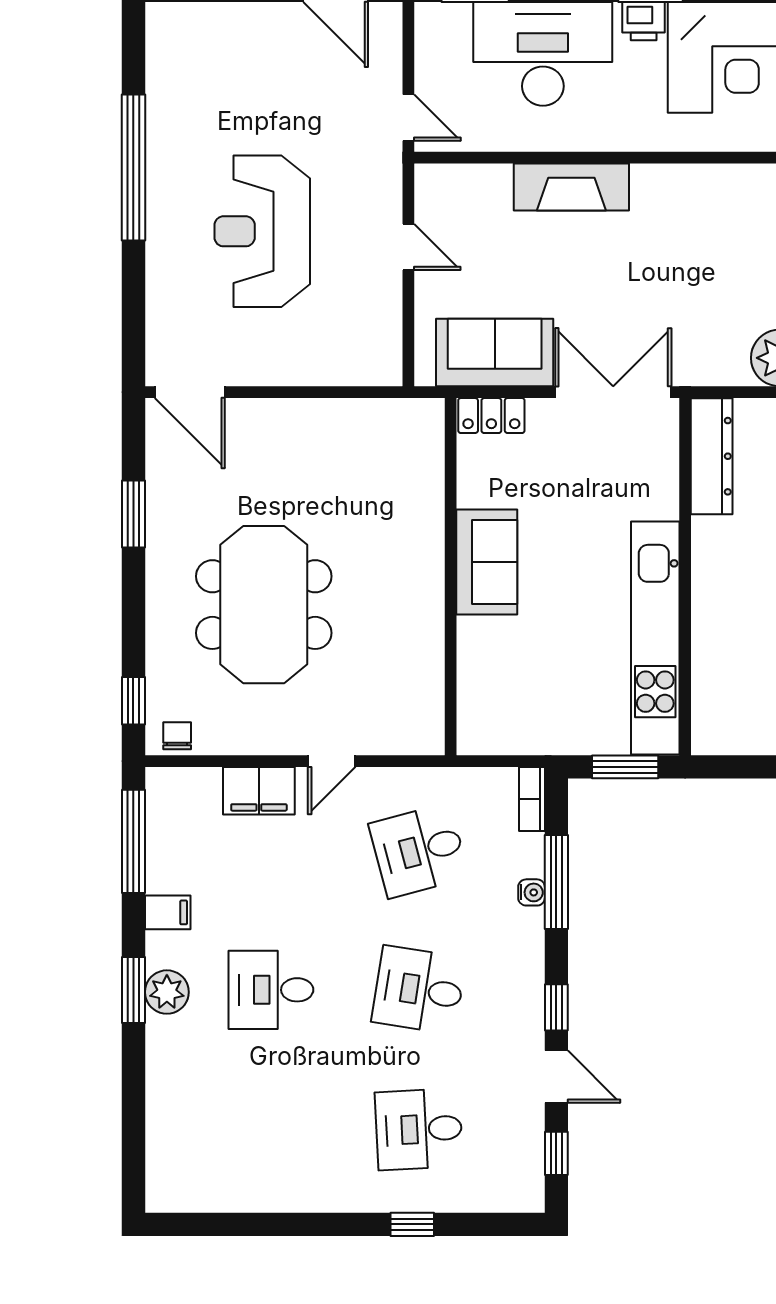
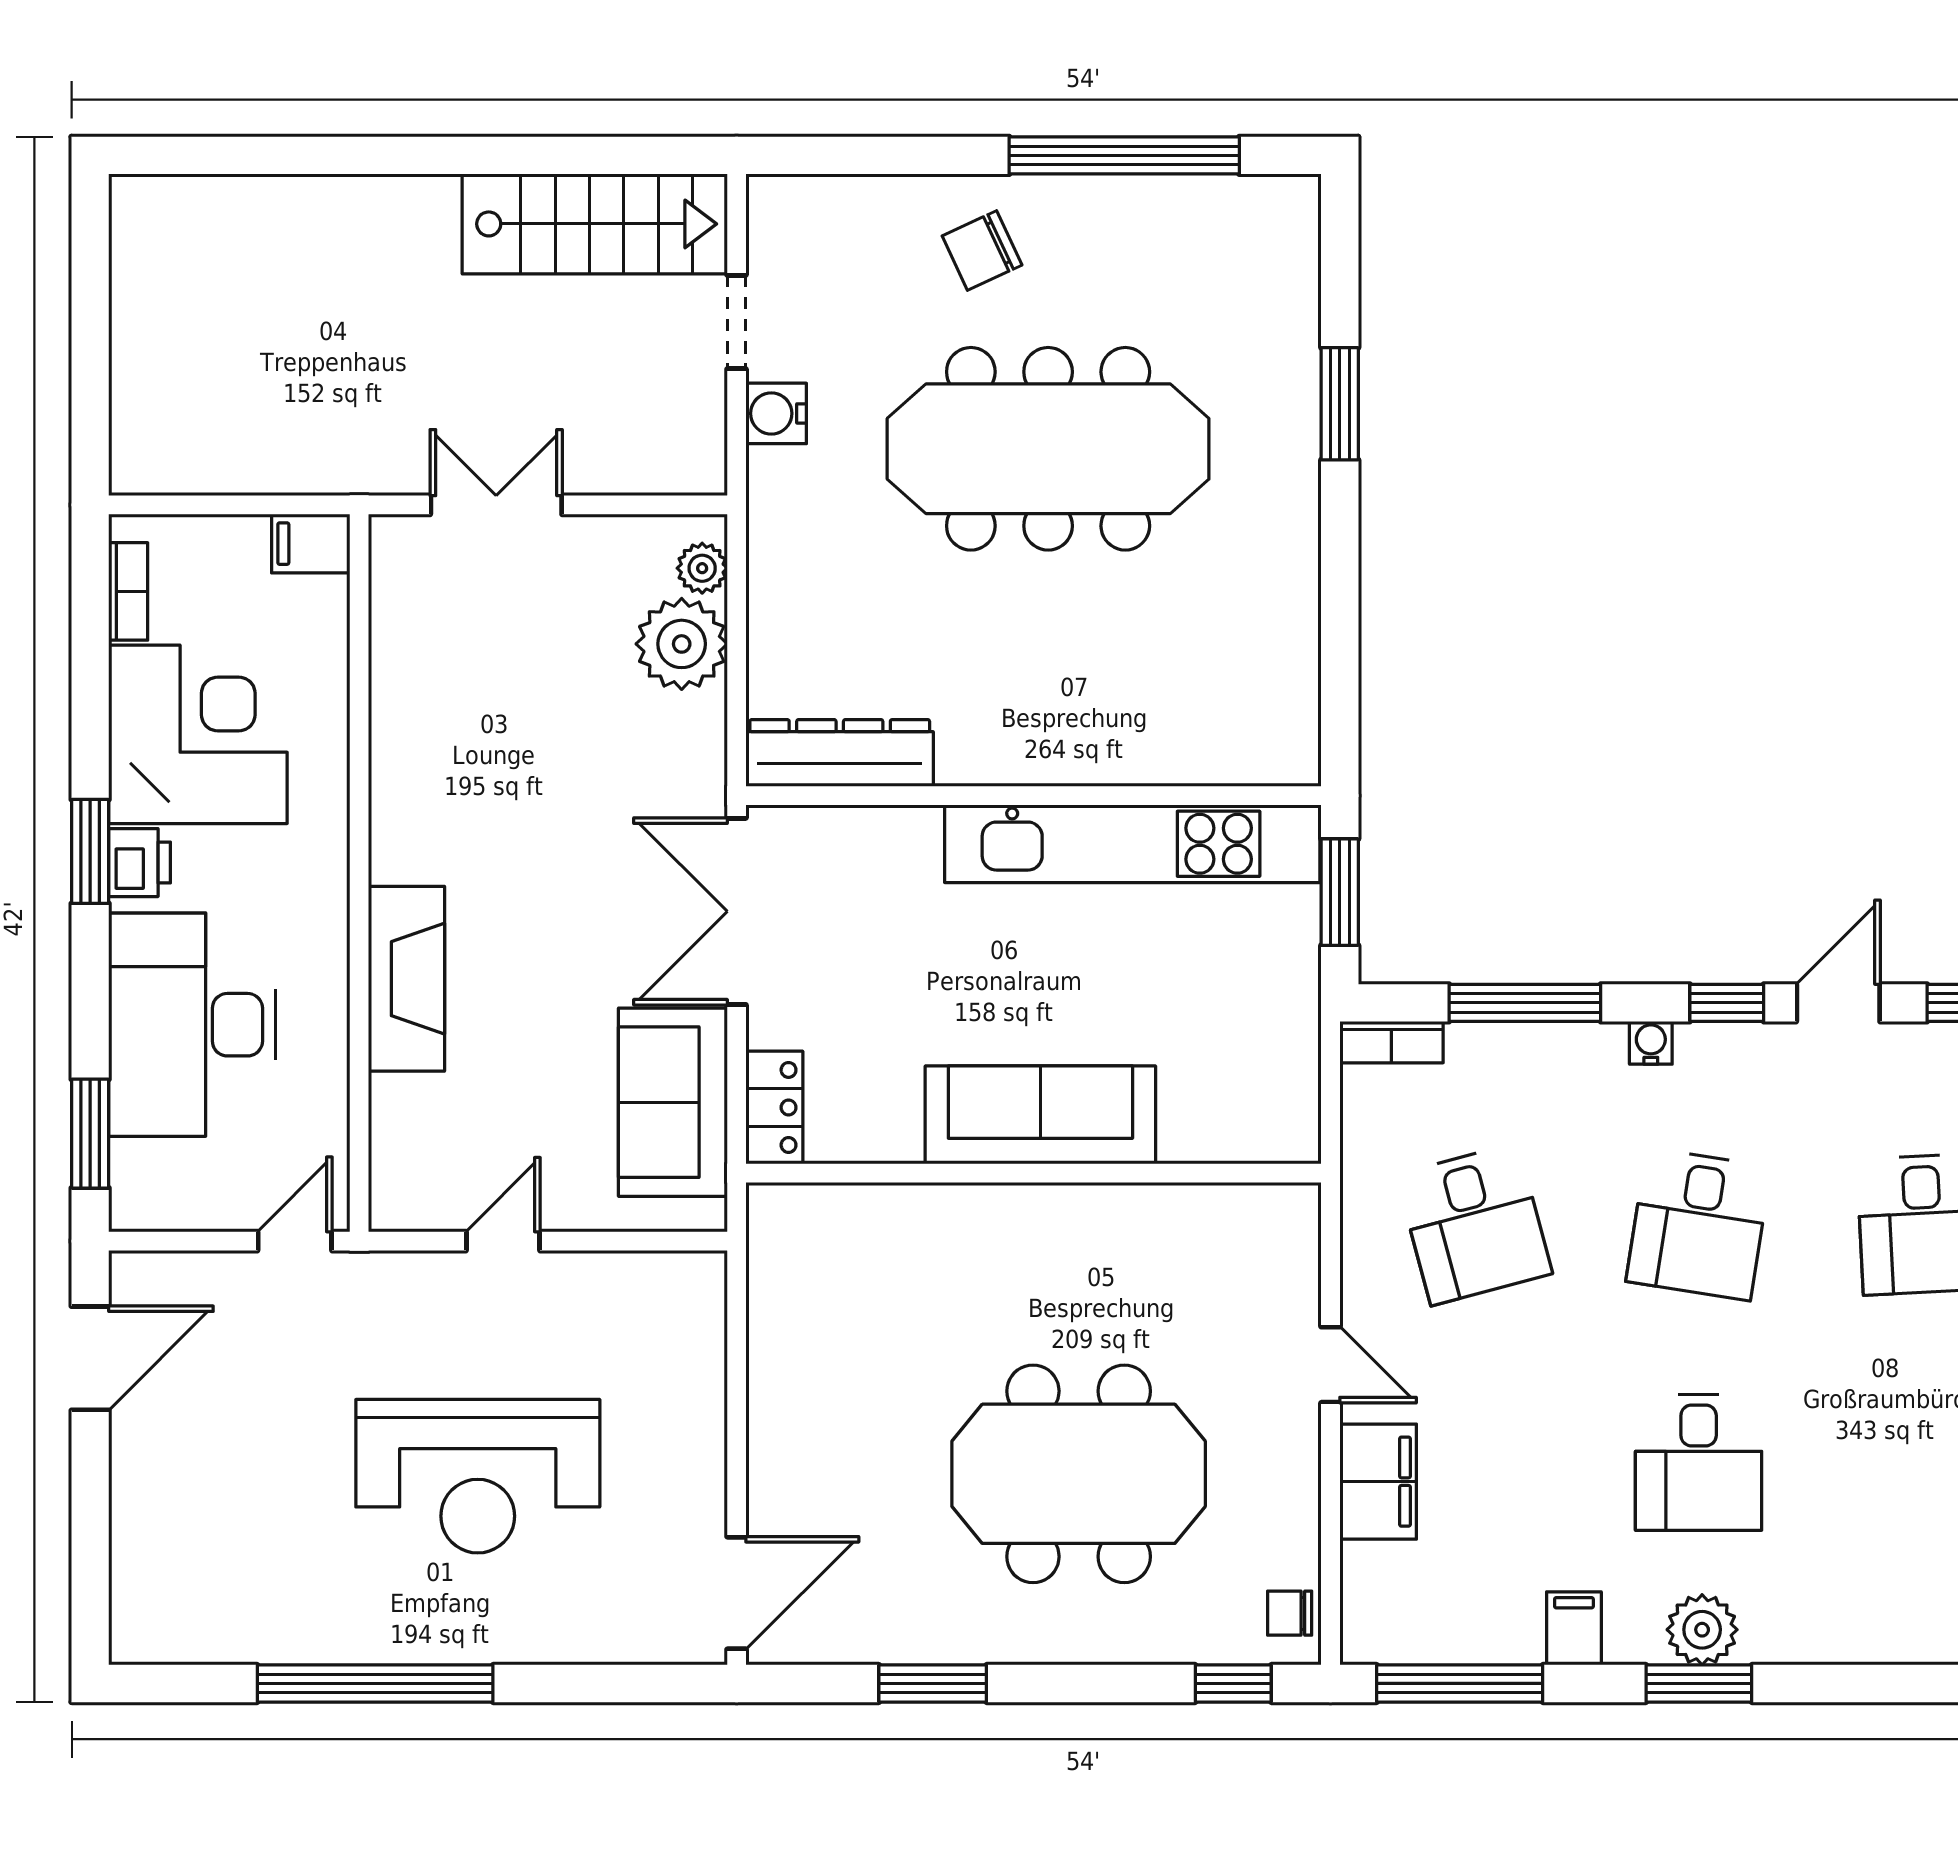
sofa: (487, 562) -> (1040, 1115), width x1.36
water cooler: (532, 892) -> (1651, 1043), moved

